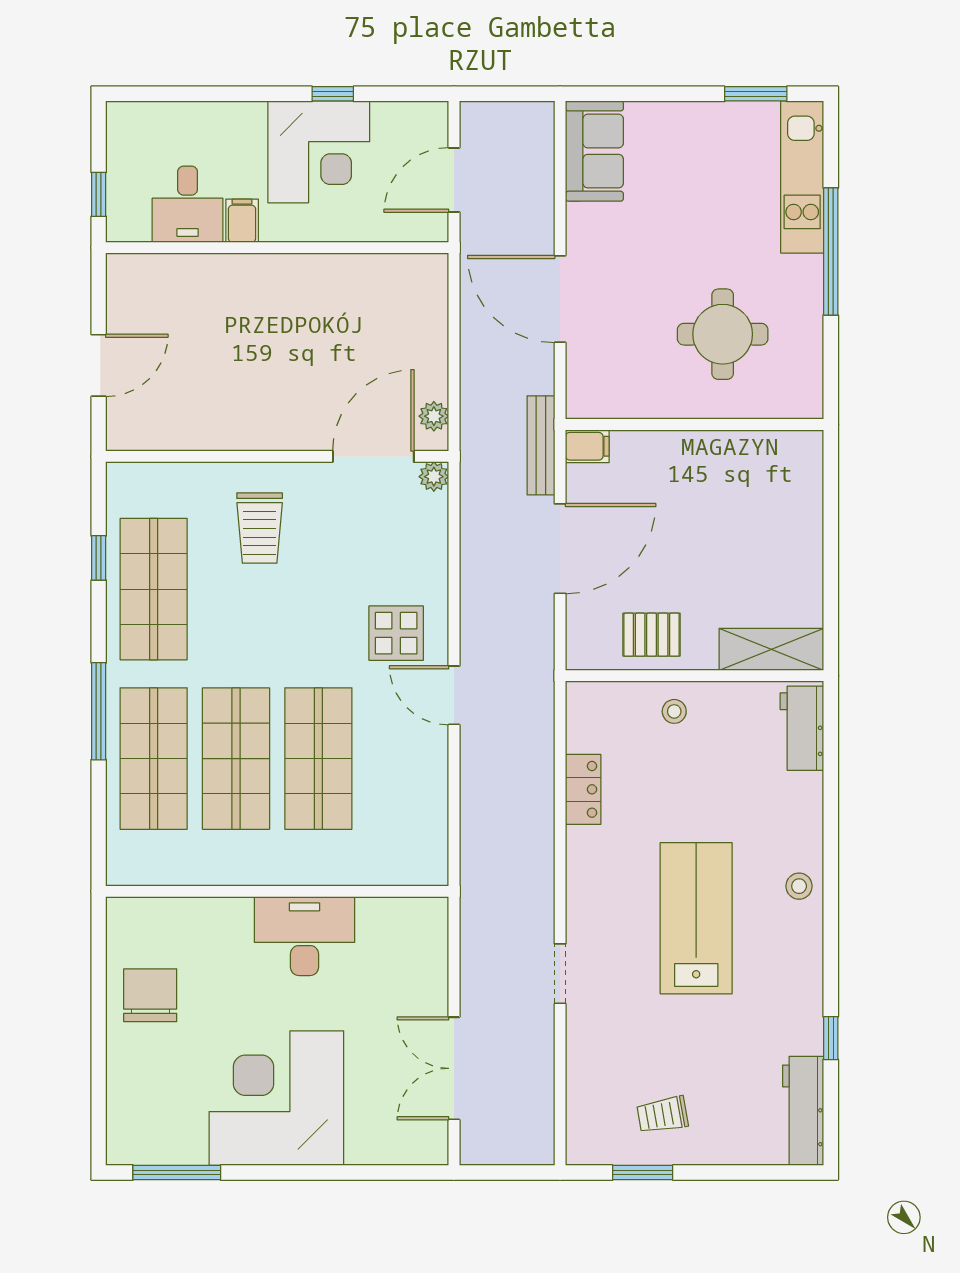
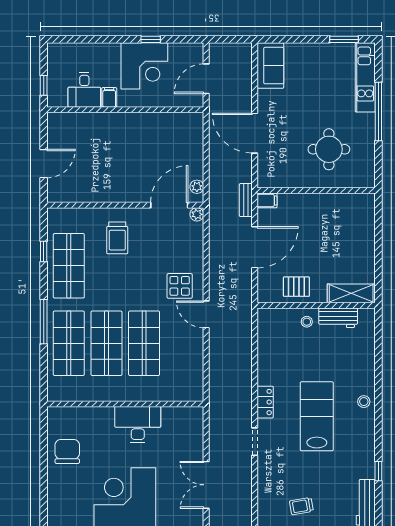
bench: (541, 445) -> (246, 200), width x0.73
workbench: (802, 728) -> (338, 318), moved, turned -90
locker: (583, 789) -> (265, 402), moved

